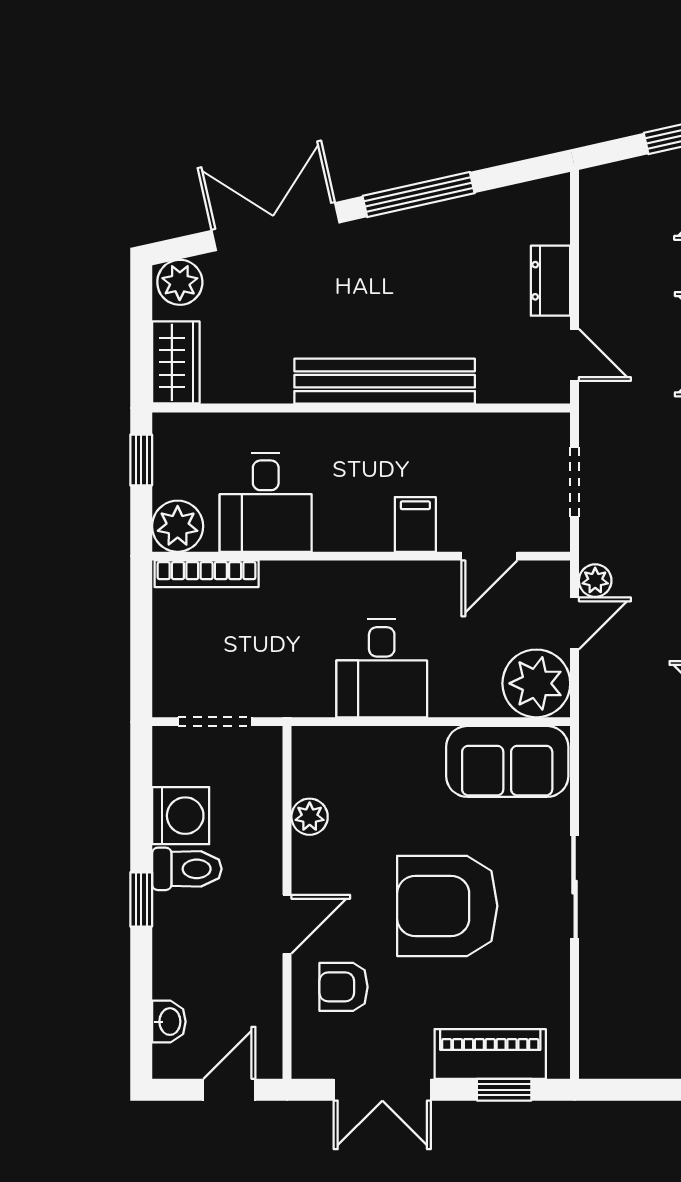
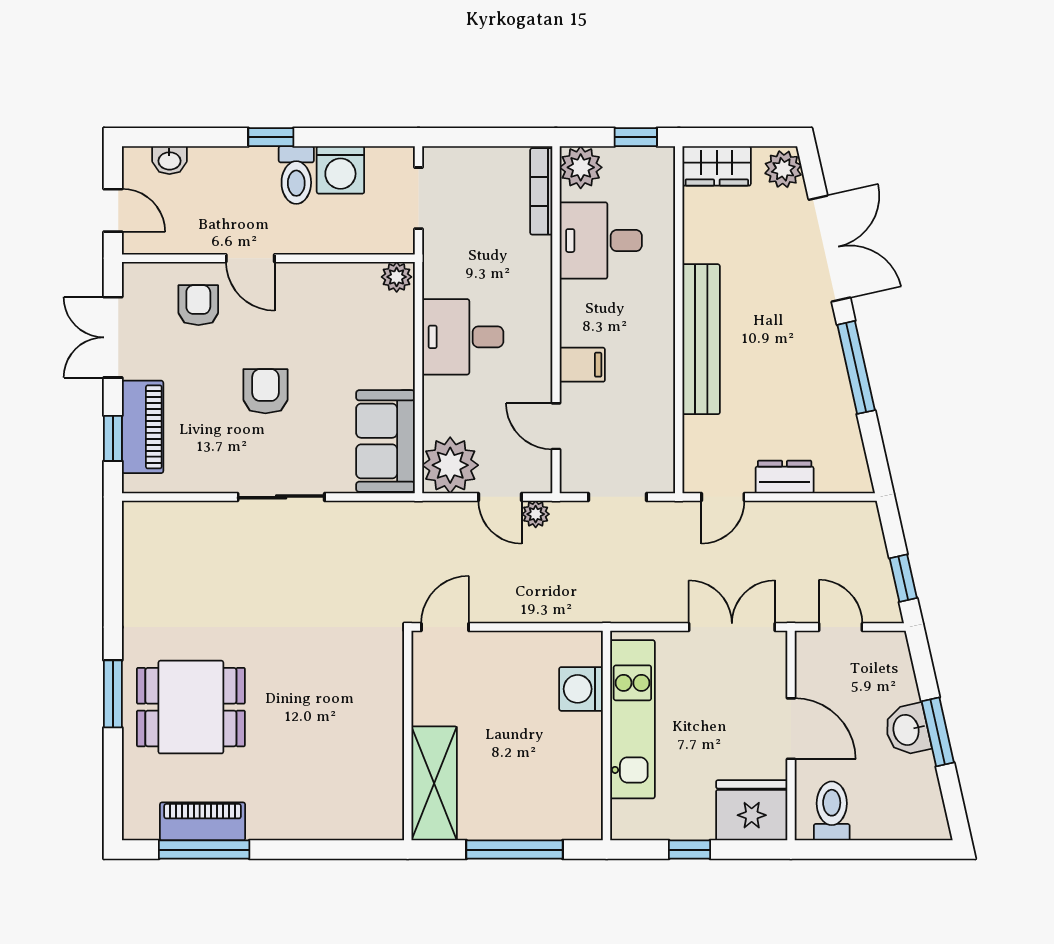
plant: (310, 817) -> (397, 277), moved
armchair: (447, 906) -> (265, 391), width x0.53, depth x0.53

